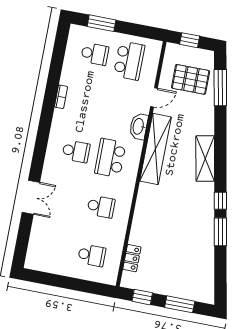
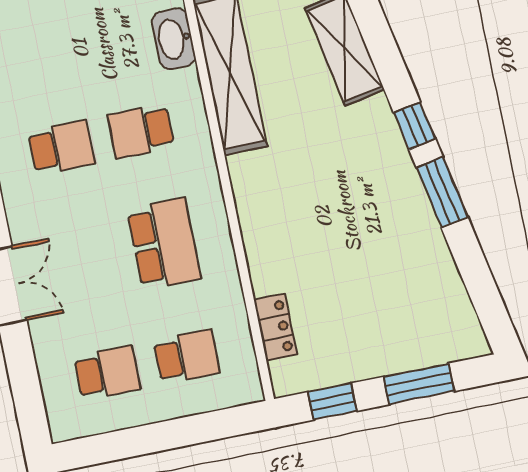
school desk: (110, 158) -> (141, 131), width x0.54
school desk: (101, 207) -> (164, 244), width x1.85
school desk: (57, 249) -> (107, 373), added

